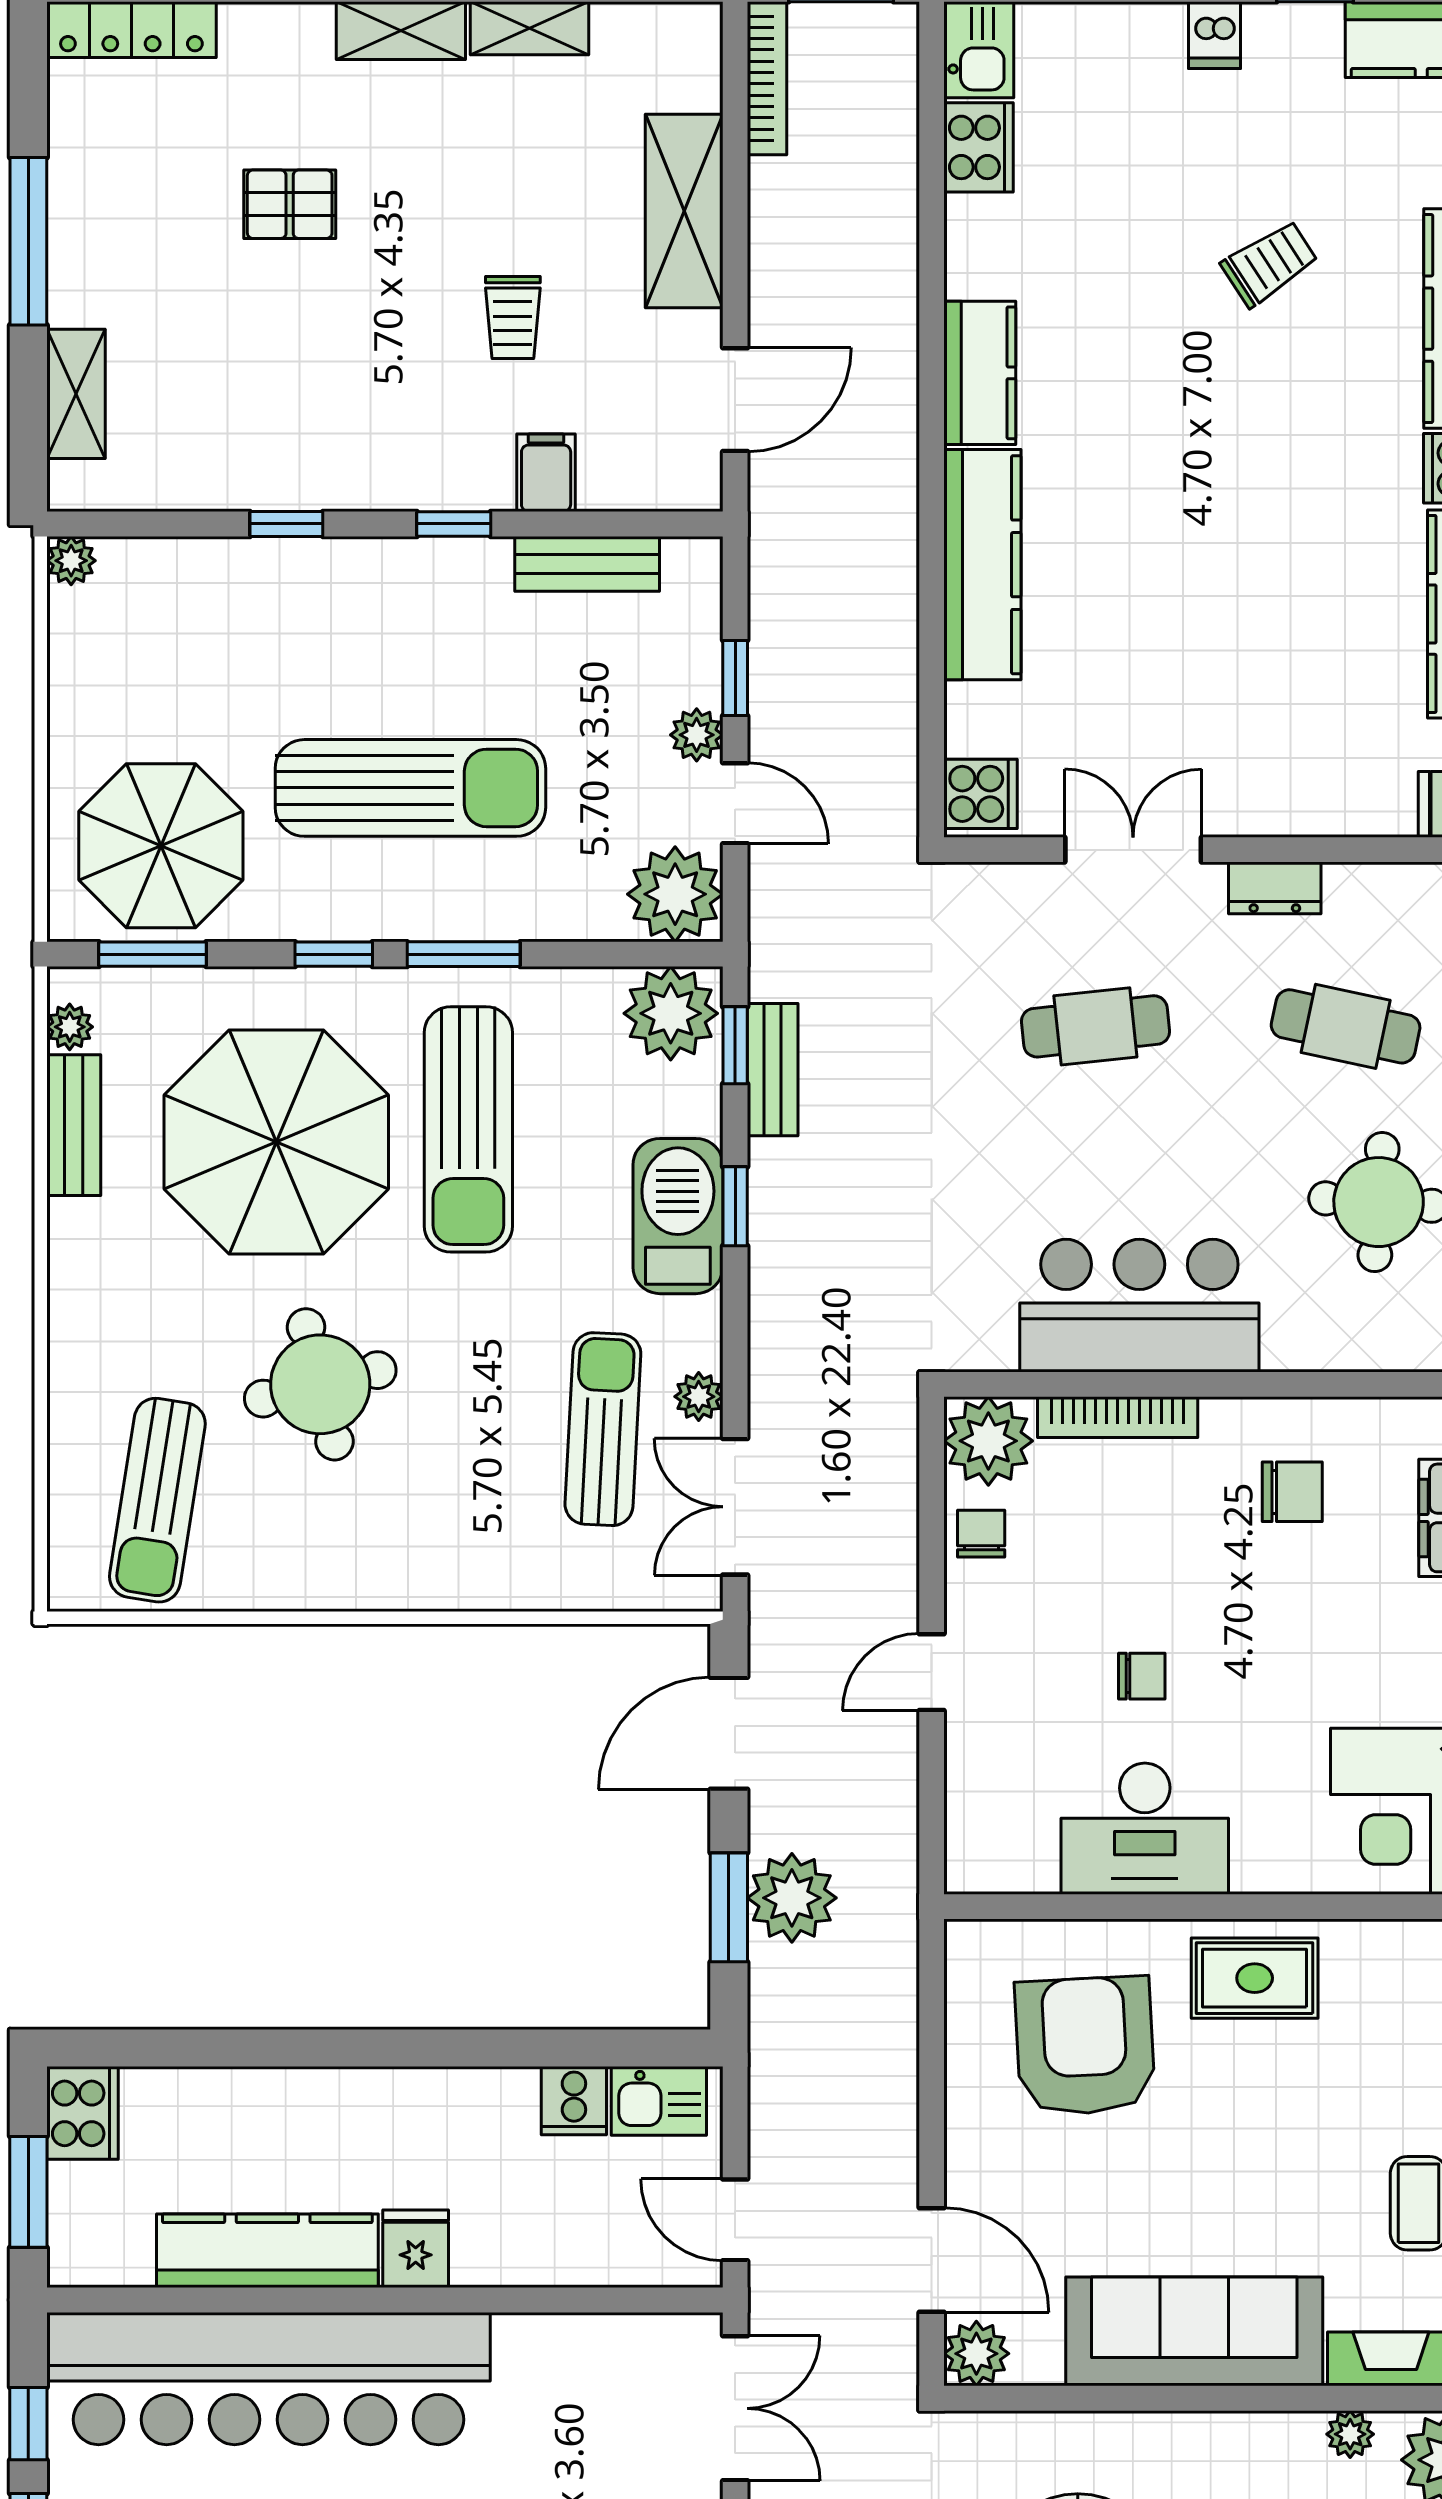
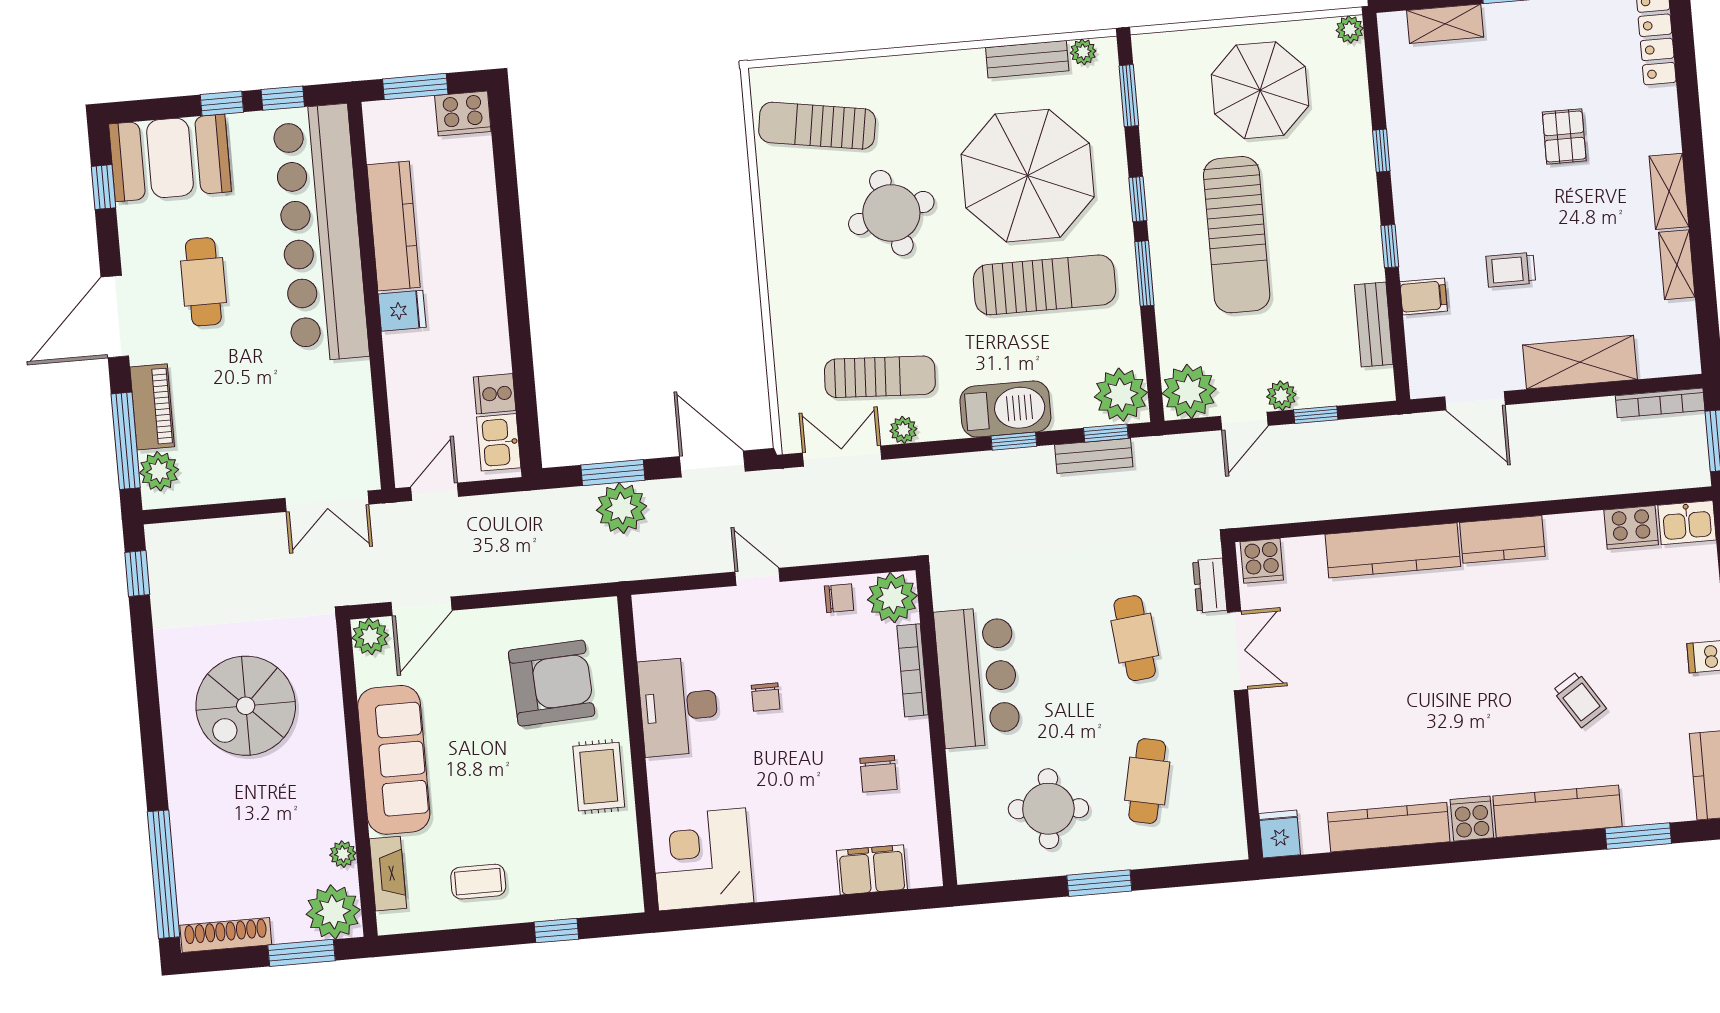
parasol: (161, 846) -> (1260, 90), moved
dresser: (1275, 888) -> (1210, 585), moved
sun lounger: (468, 1129) -> (1045, 285), turned 180

